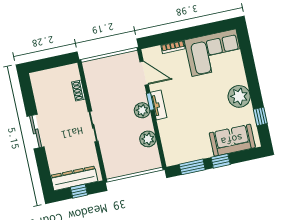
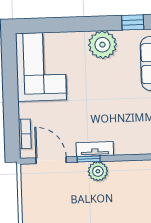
bookcase: (173, 47) -> (25, 134), moved
door: (144, 73) -> (51, 160), hinge flipped
plant: (148, 139) -> (136, 170), removed

